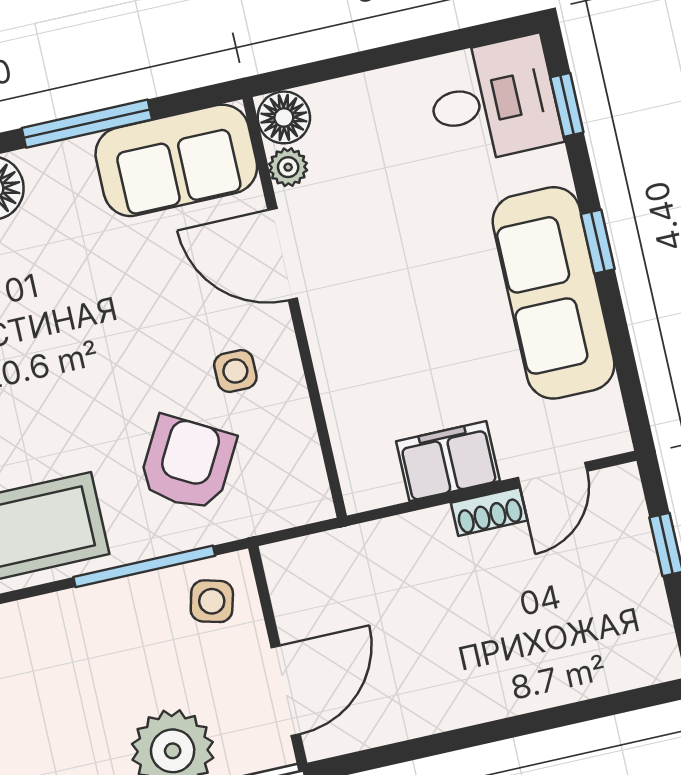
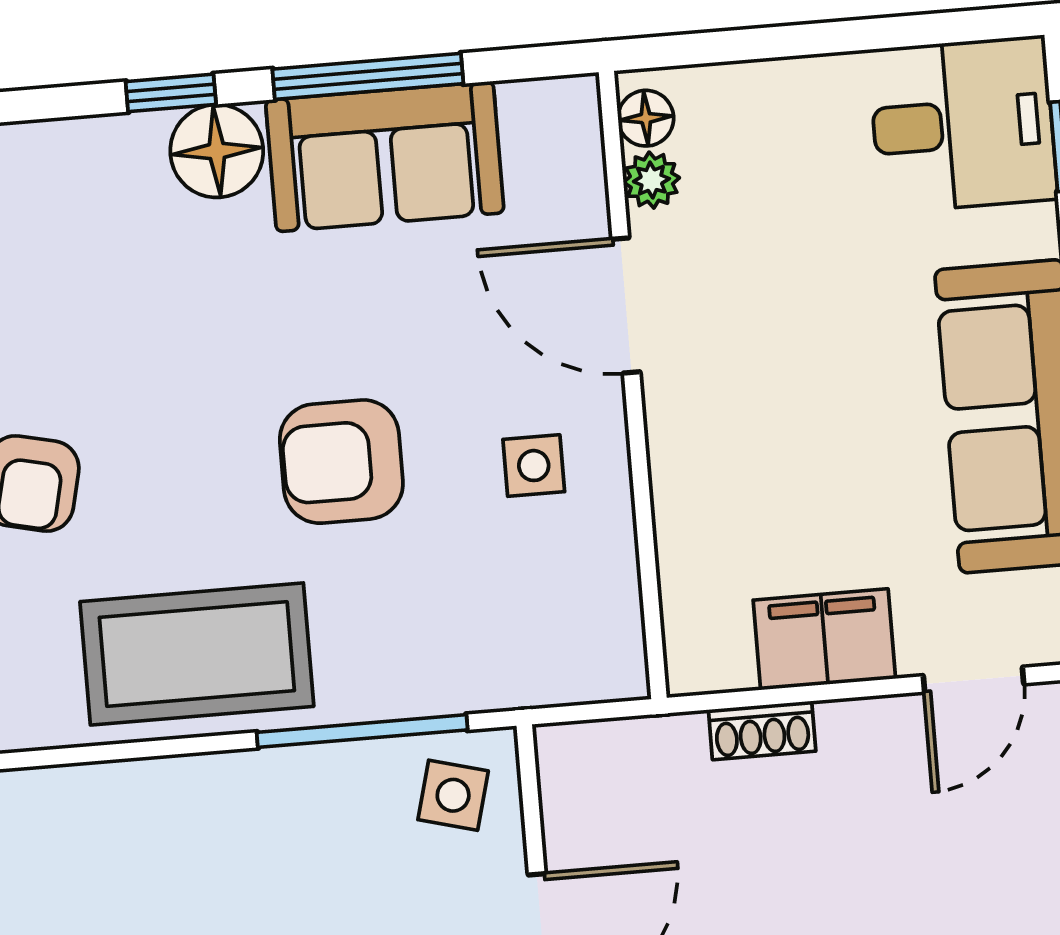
floor lamp: (284, 117) -> (646, 118), width x0.73, depth x0.73
sofa: (176, 160) -> (385, 157), moved
armchair: (187, 463) -> (341, 462), moved, turned -119
shoe rack: (489, 512) -> (762, 730), moved

